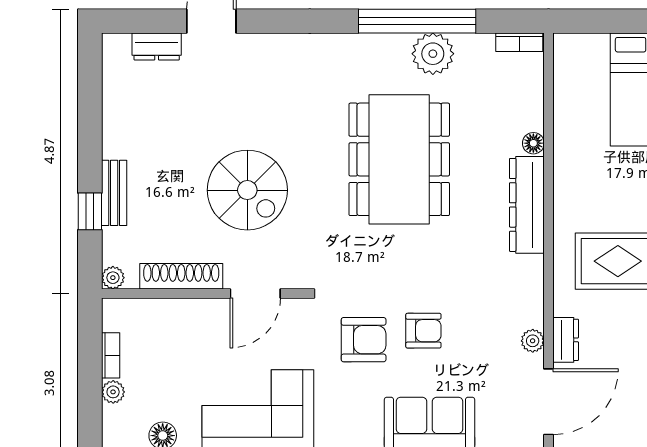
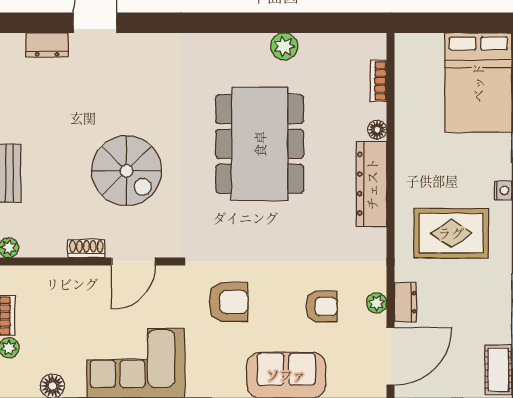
window: (417, 21) -> (275, 23), removed
bookcase: (519, 42) -> (378, 81), moved, turned 90
plant: (433, 54) -> (284, 46), width x0.73, depth x0.73
shoe rack: (181, 276) -> (86, 249), width x0.51, depth x0.81
armchair: (423, 331) -> (322, 306), moved

